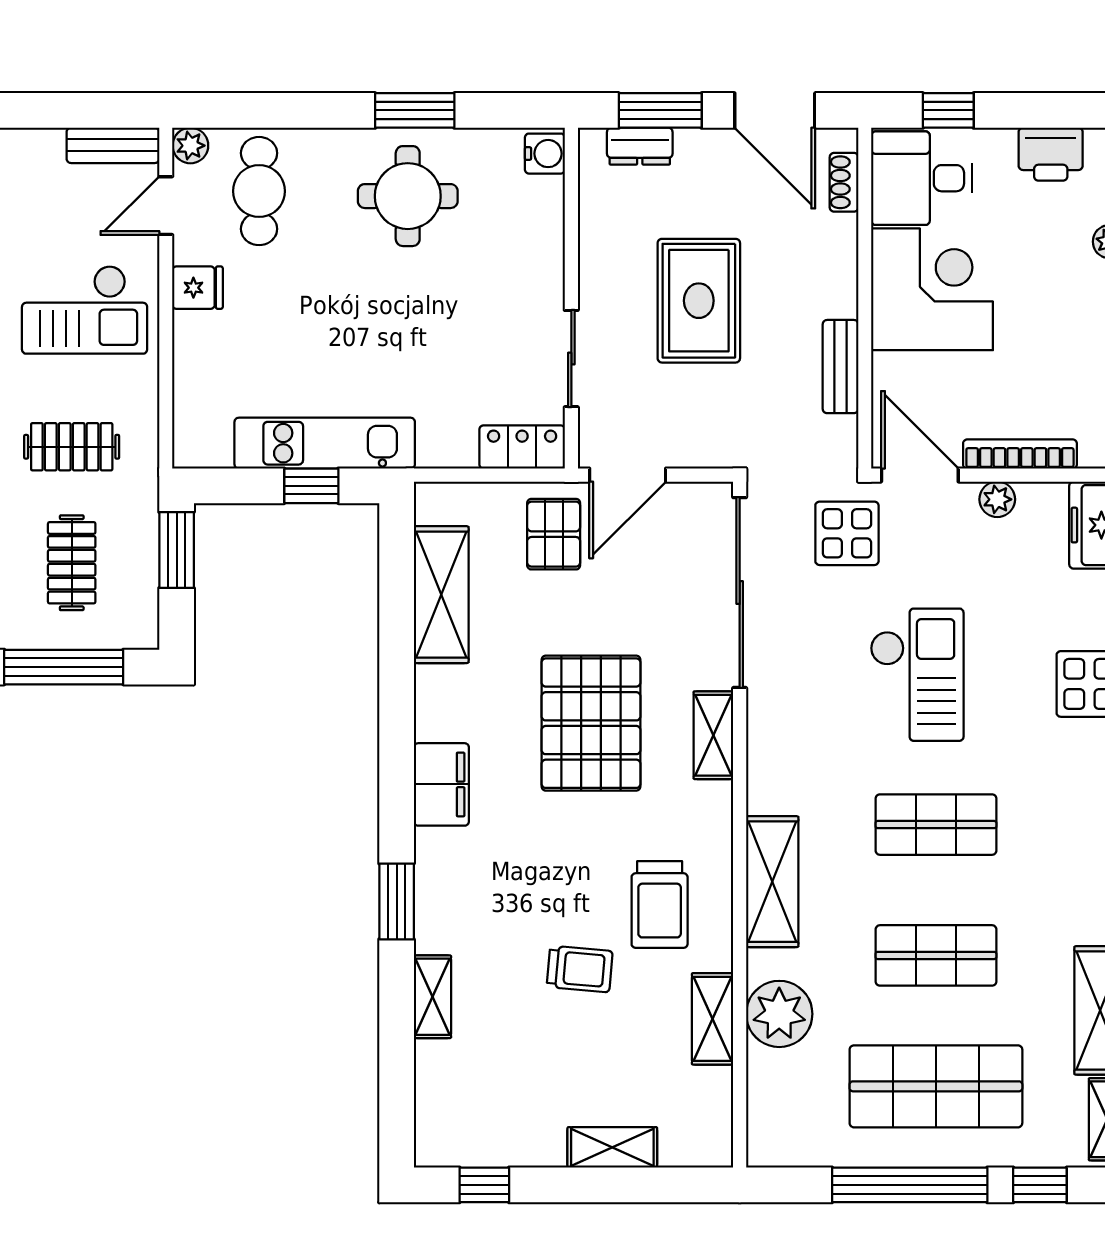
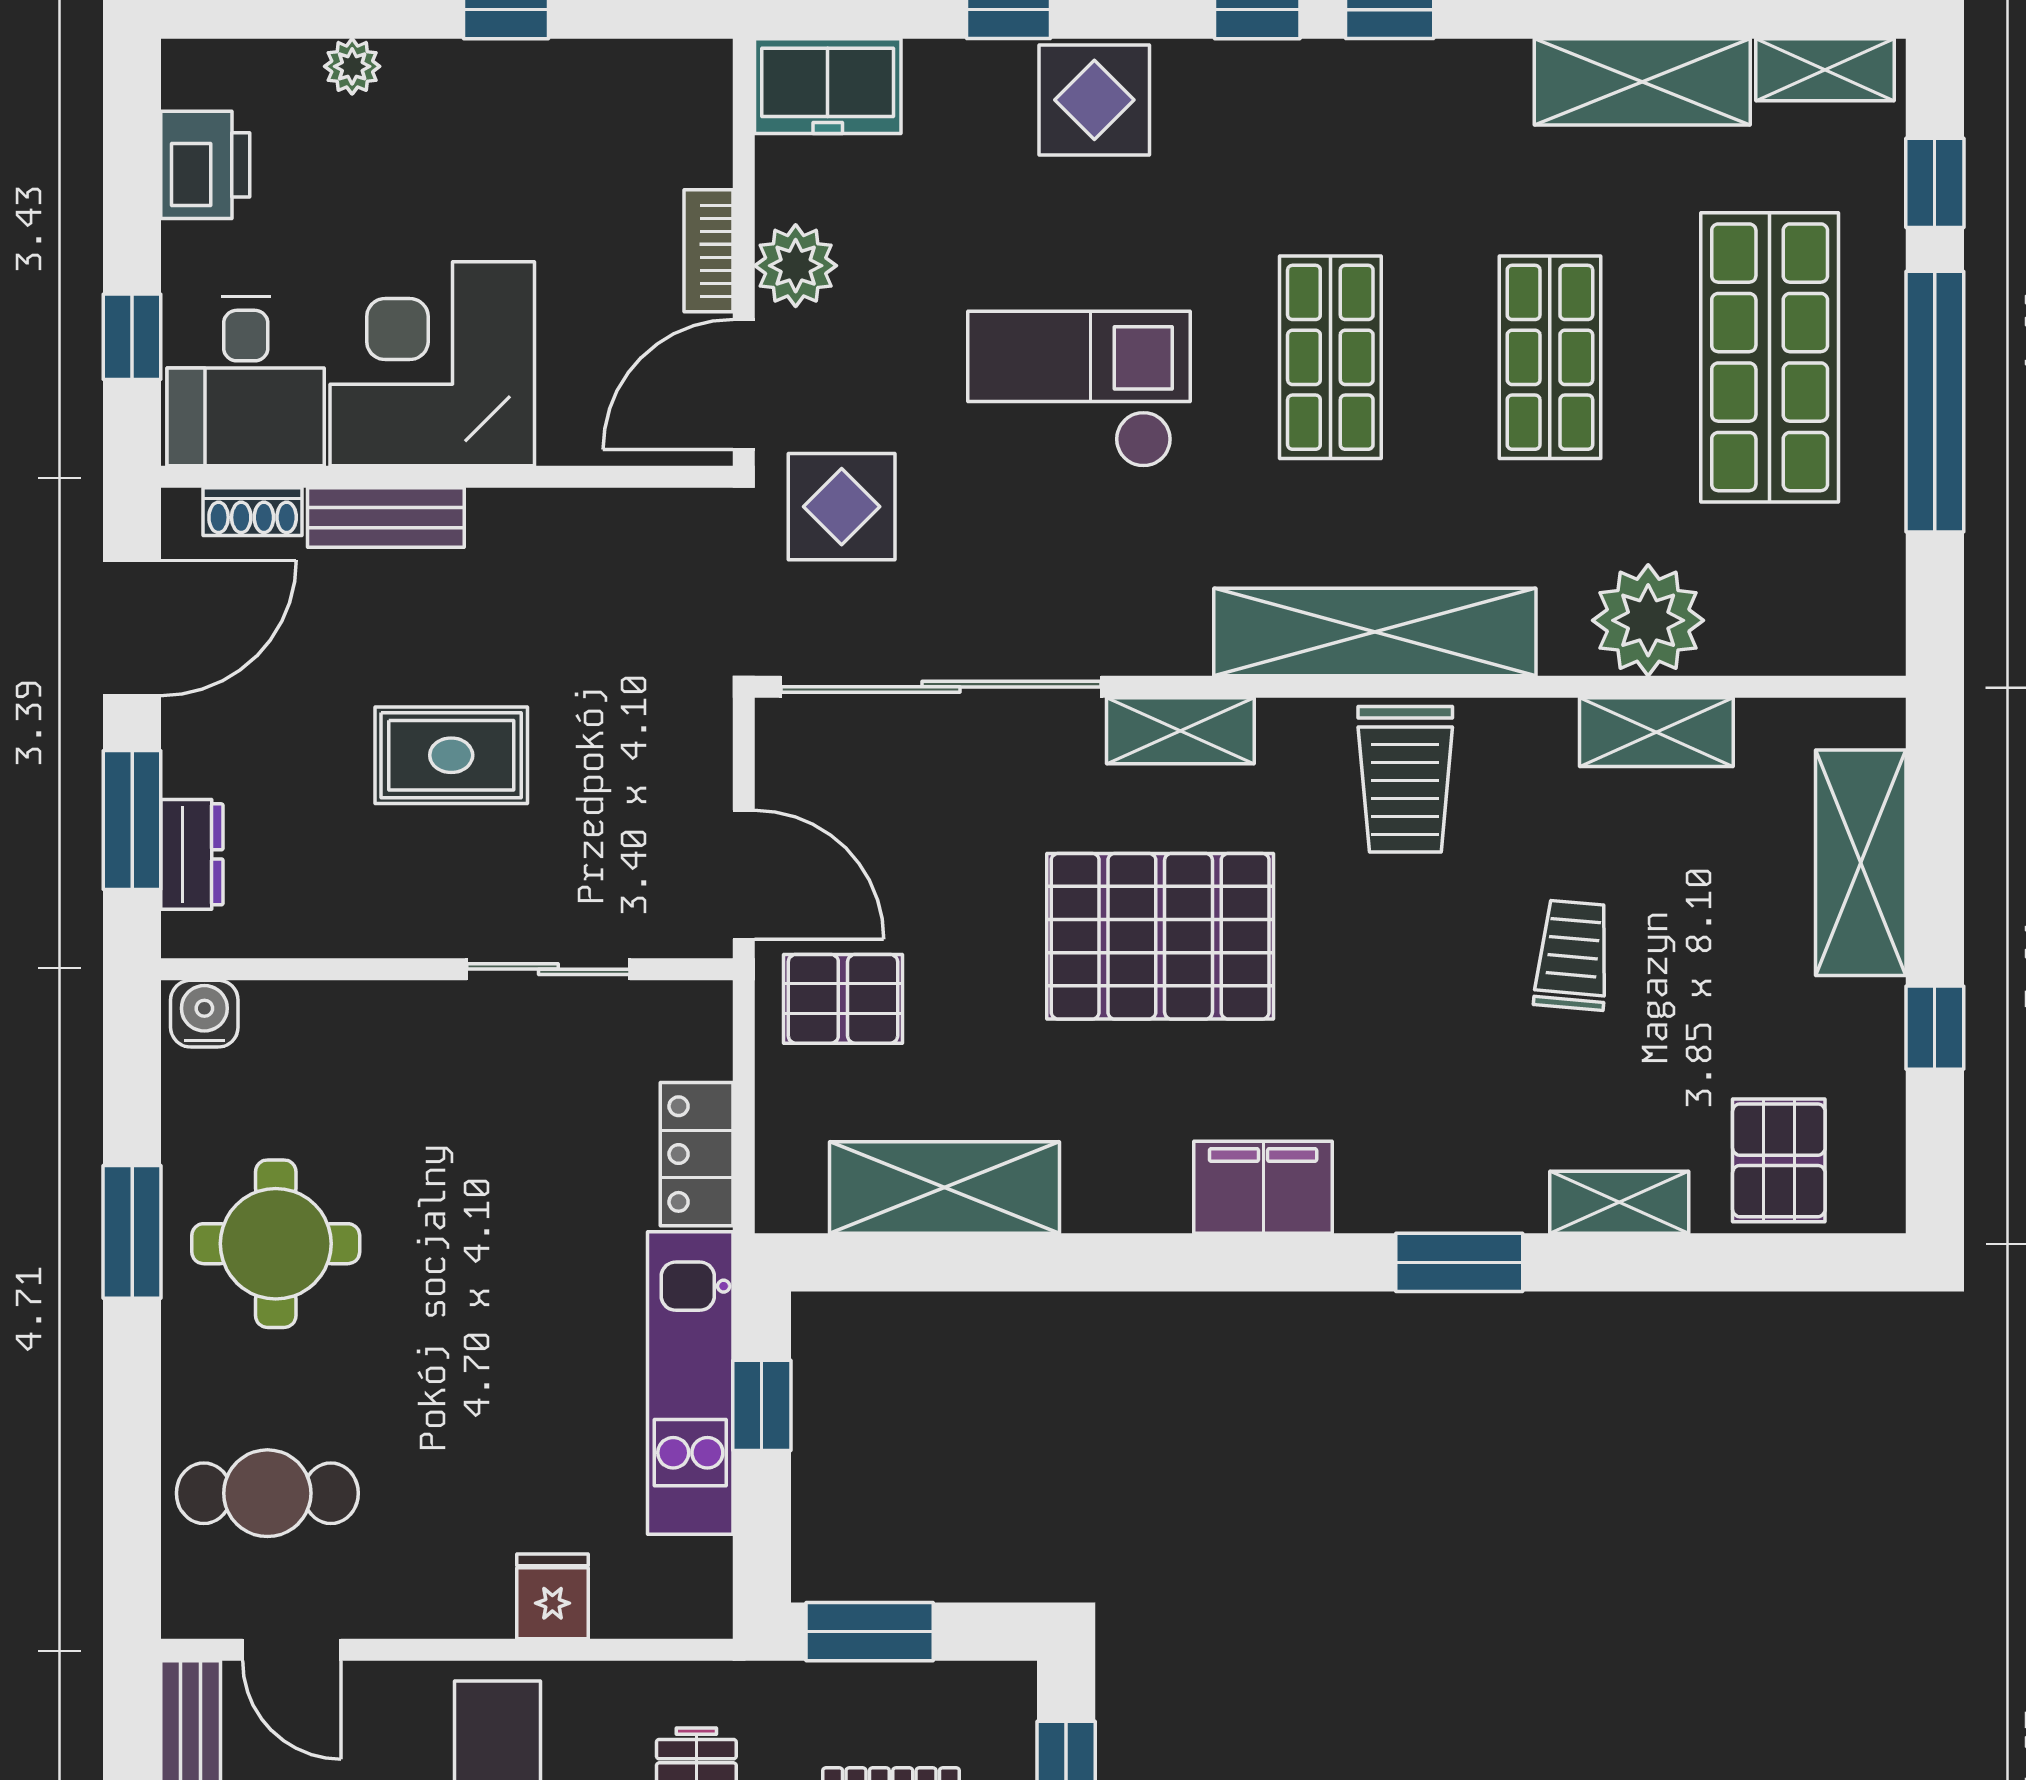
plant: (190, 146) -> (191, 1608), removed
fridge: (198, 288) -> (552, 1596), moved
rug: (699, 301) -> (451, 755), width x0.73, depth x0.70
bench: (840, 367) -> (386, 518), moved
locker: (522, 447) -> (697, 1154), moved
bookcase: (1020, 454) -> (709, 251), width x0.64
plant: (997, 499) -> (796, 266), width x1.38, depth x1.38
shelving: (772, 882) -> (1375, 632), width x1.47
trolley: (660, 904) -> (1405, 779), moved, turned 90
pallet: (457, 1092) -> (1779, 1160), added
shelving: (612, 1147) -> (1861, 863), width x1.50, depth x1.33
window: (484, 1185) -> (1935, 1028), moved

